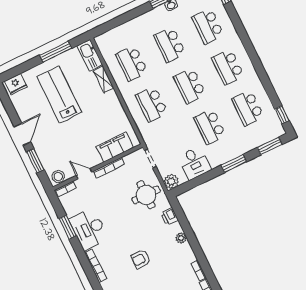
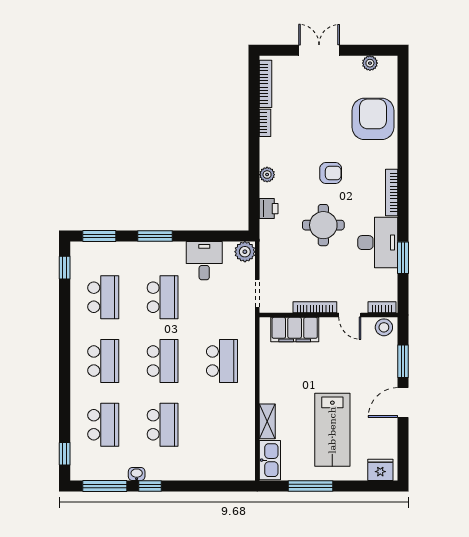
school desk: (132, 63) -> (222, 425), removed
round table: (146, 195) -> (323, 225), moved

